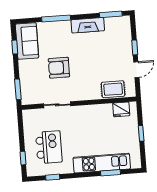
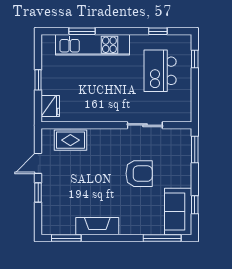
window: (56, 19) -> (162, 238), moved
fridge: (121, 109) -> (50, 106), moved, turned 90

